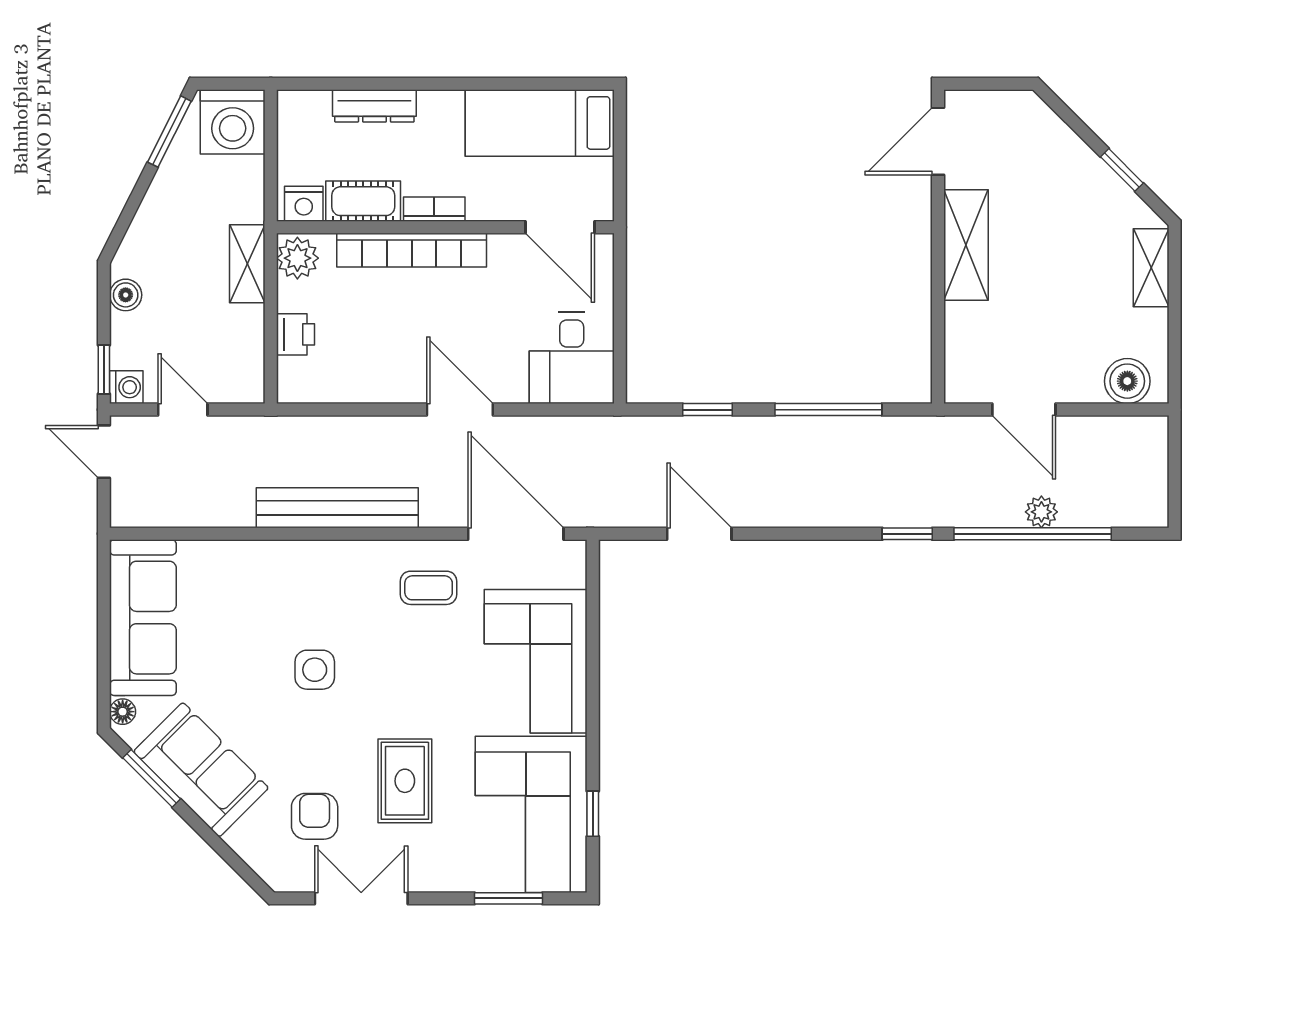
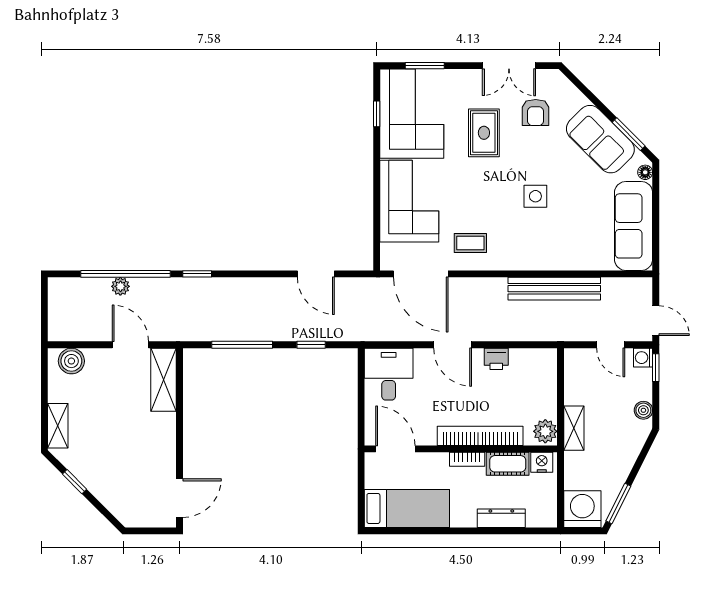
shelving: (966, 245) -> (164, 380), moved
printer: (295, 334) -> (496, 359), moved, turned -90
bench: (337, 508) -> (554, 289), moved

